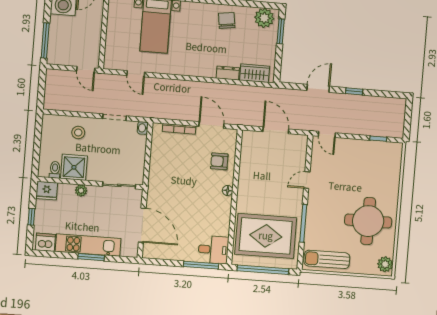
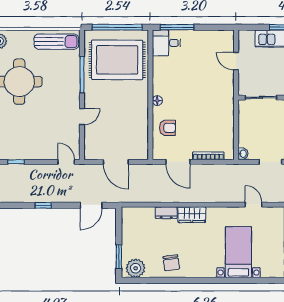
wardrobe: (255, 73) -> (192, 215), moved
door: (318, 88) -> (91, 205), moved
door: (142, 225) -> (236, 61), width x0.53

